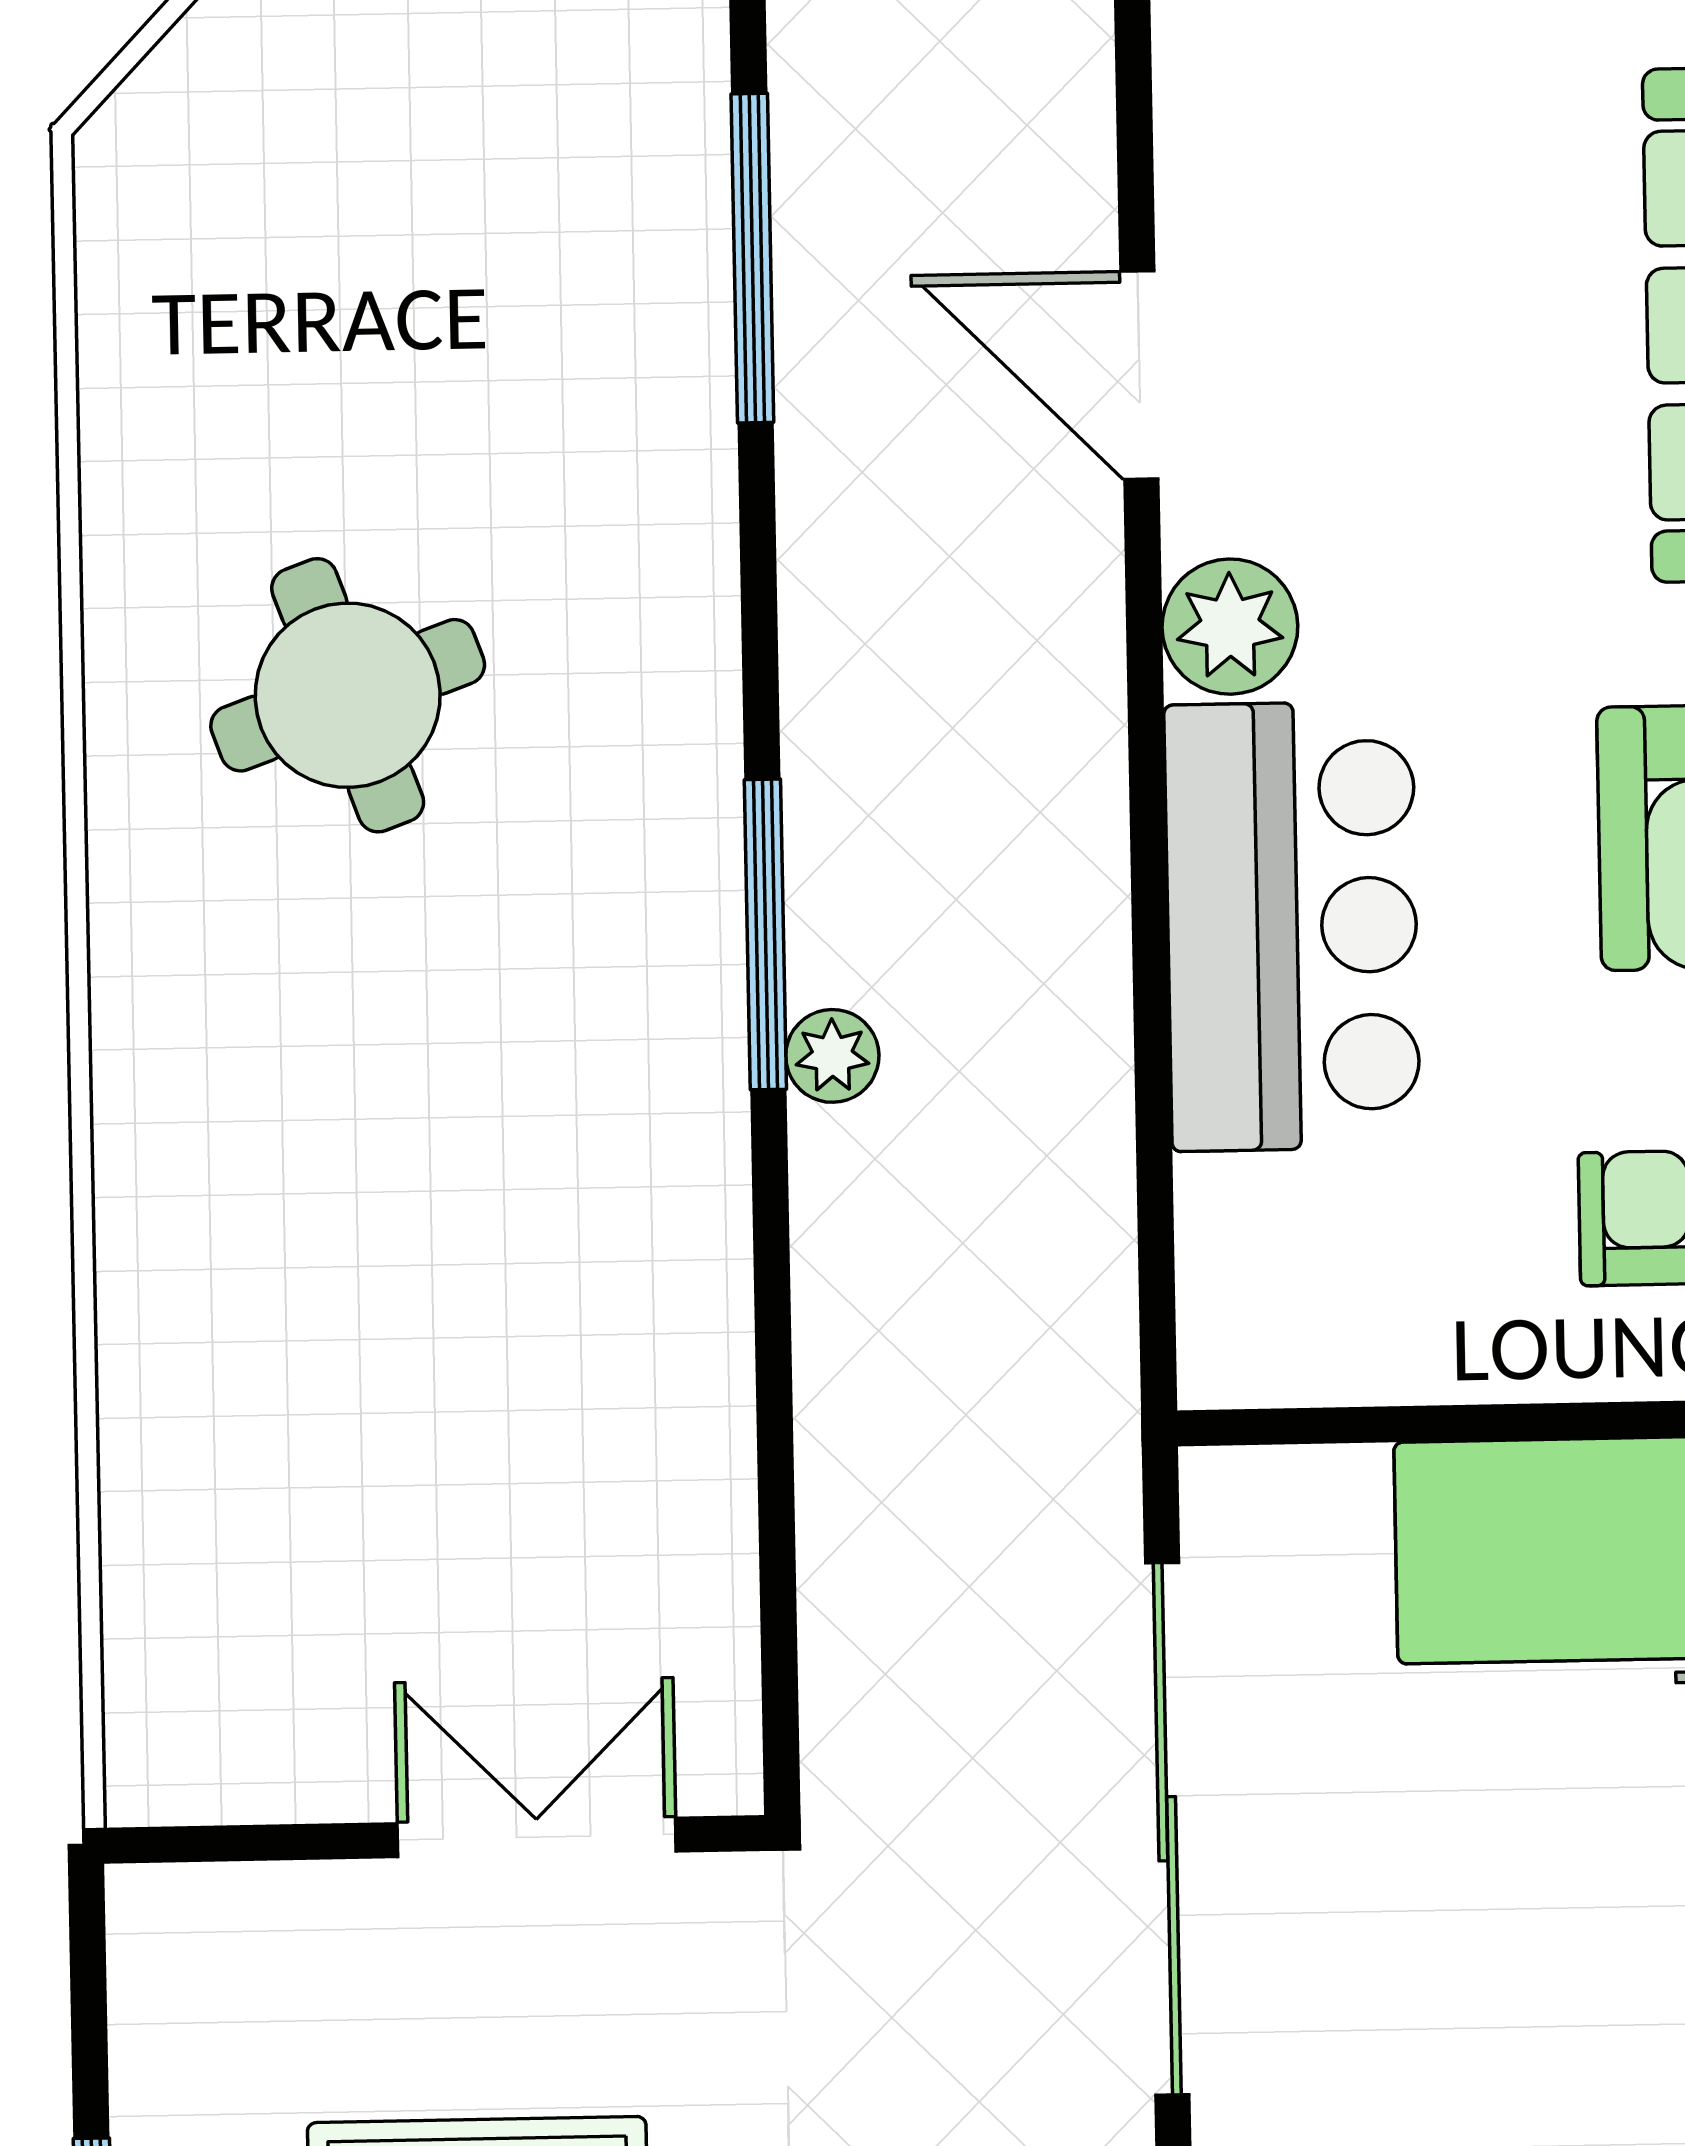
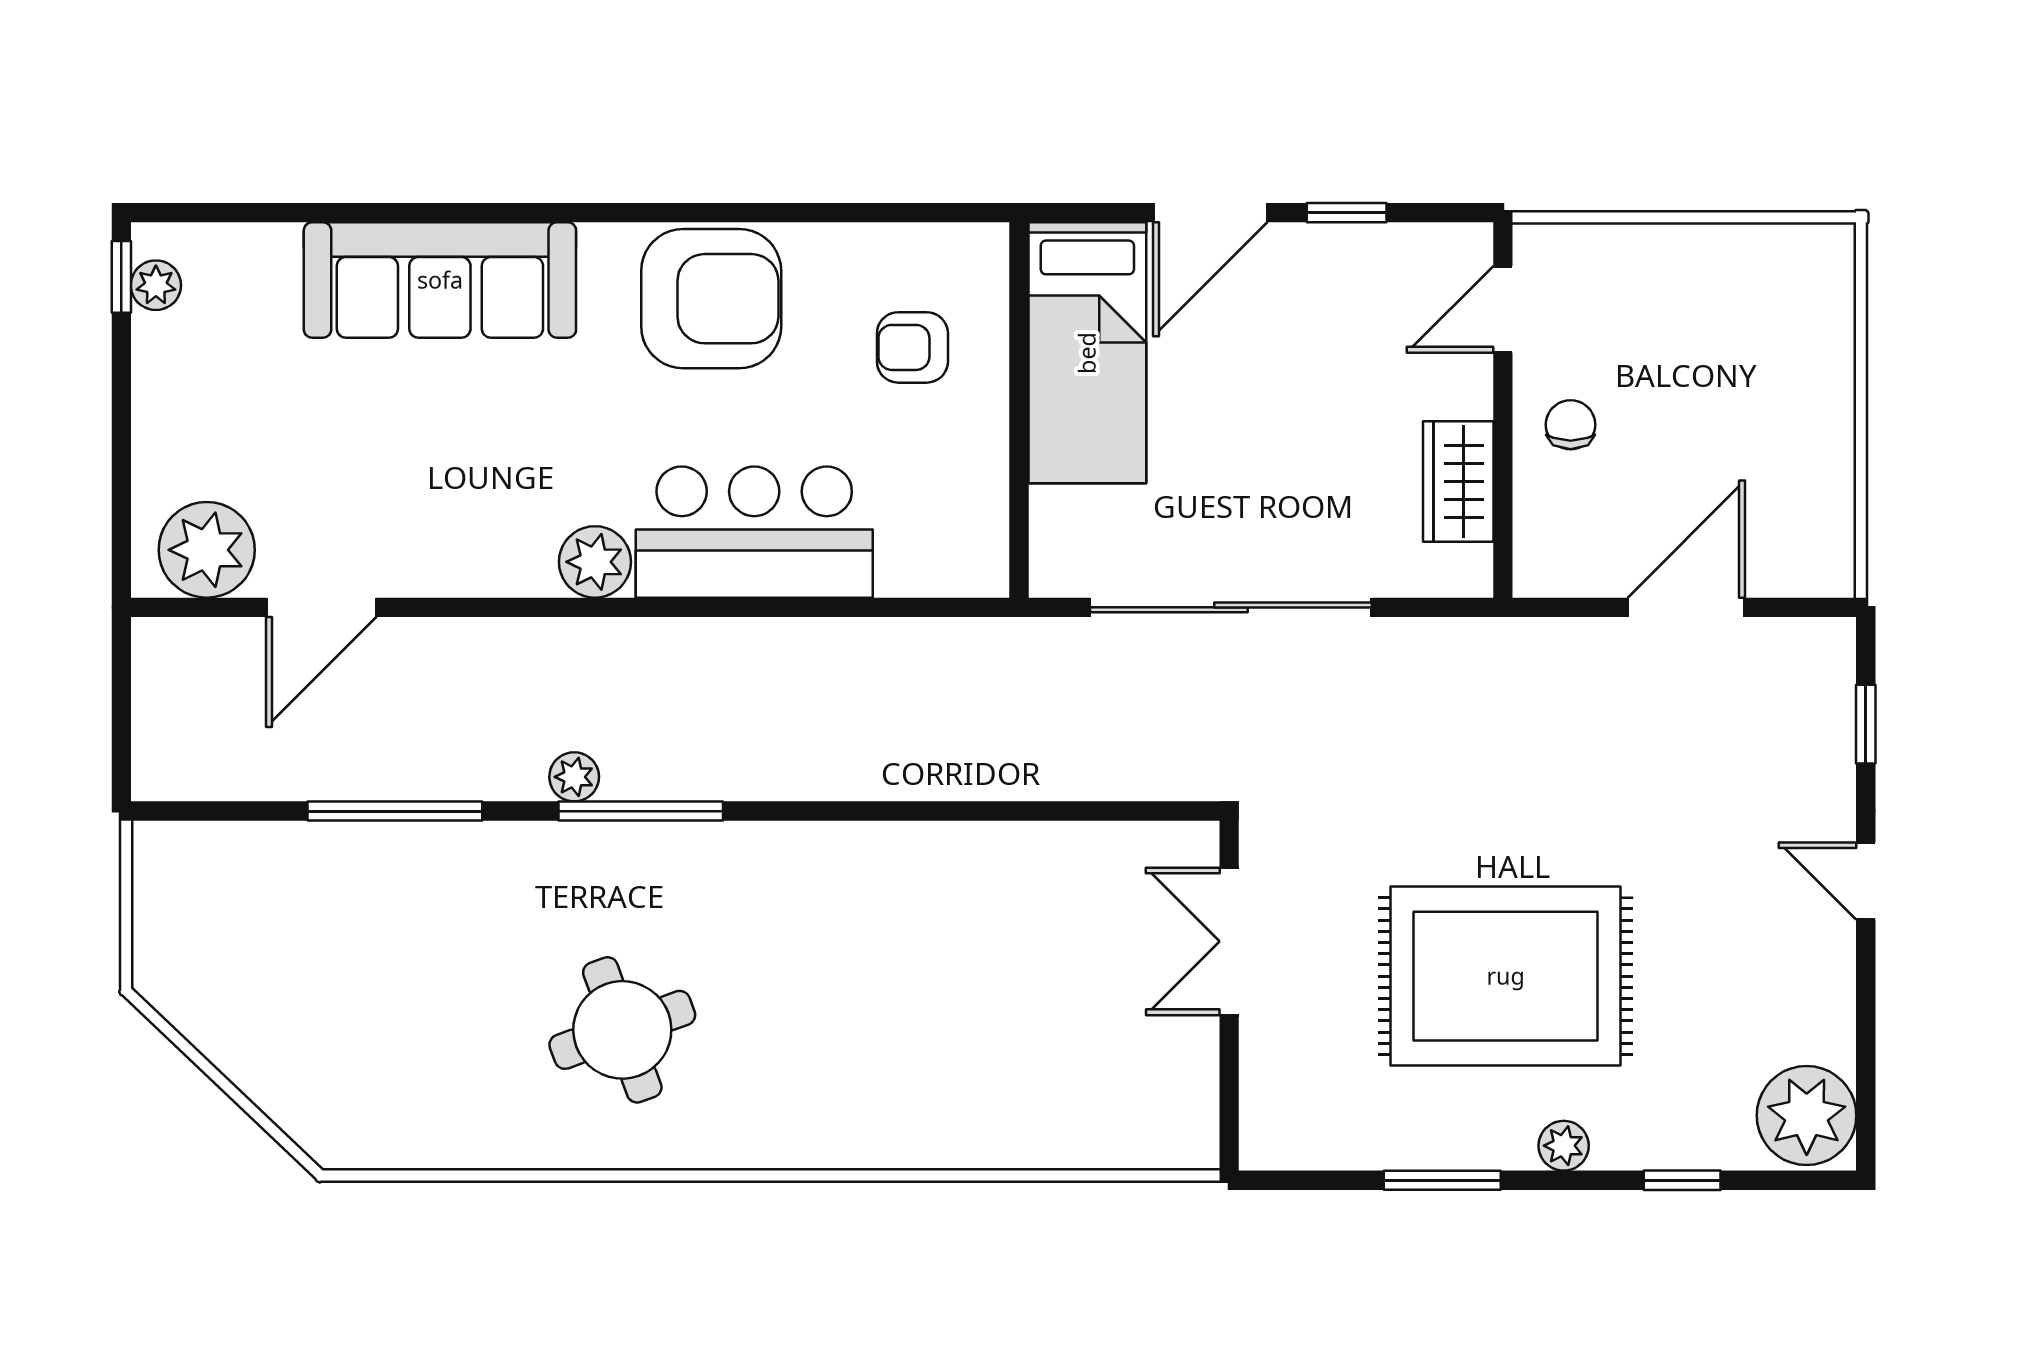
door: (1139, 375) -> (321, 607), moved
window: (765, 934) -> (641, 811), moved
plant: (832, 1056) -> (574, 777), moved

